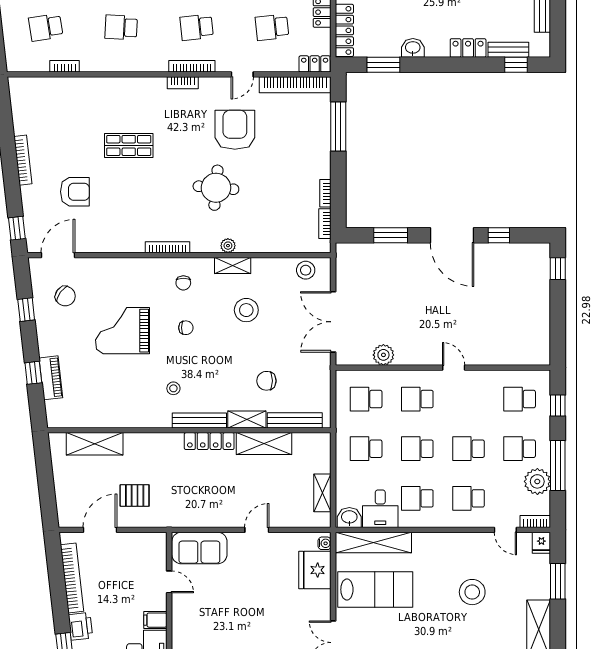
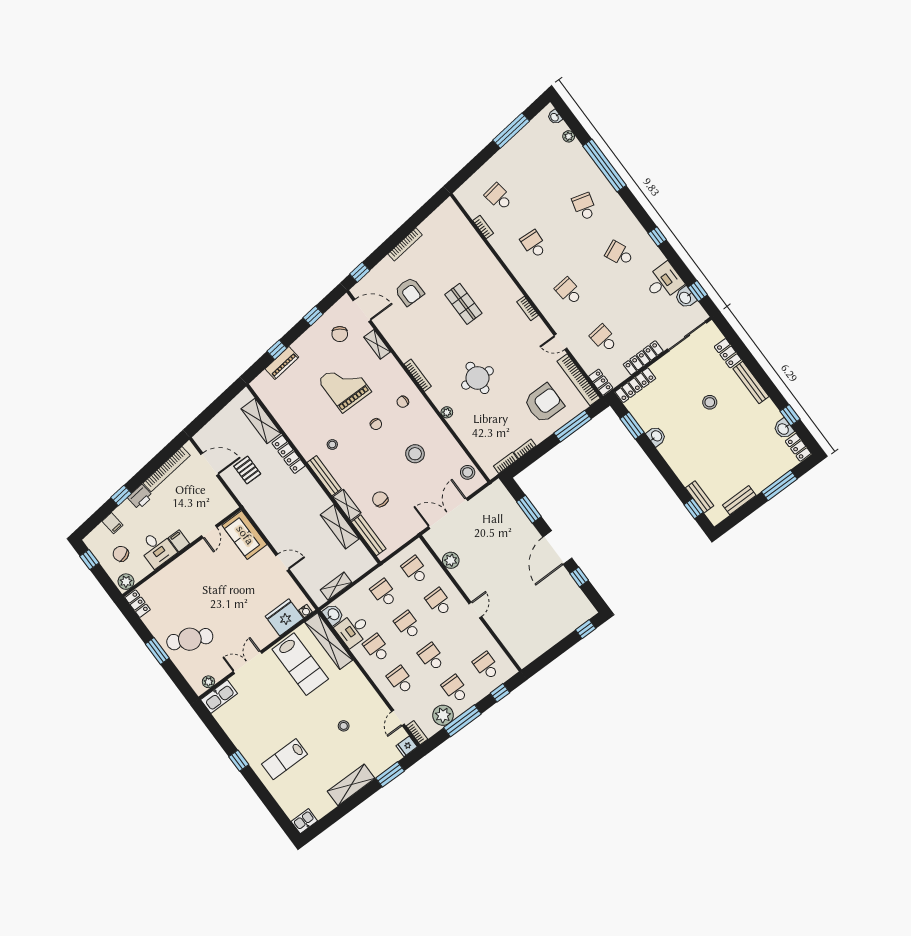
locker: (468, 48) -> (682, 471), removed
bookcase: (192, 66) -> (542, 307), removed
armchair: (235, 130) -> (544, 403), moved
shelving: (233, 265) -> (377, 344), moved
locker: (209, 441) -> (288, 454), moved
stool: (472, 592) -> (344, 726), width x0.53, depth x0.53

